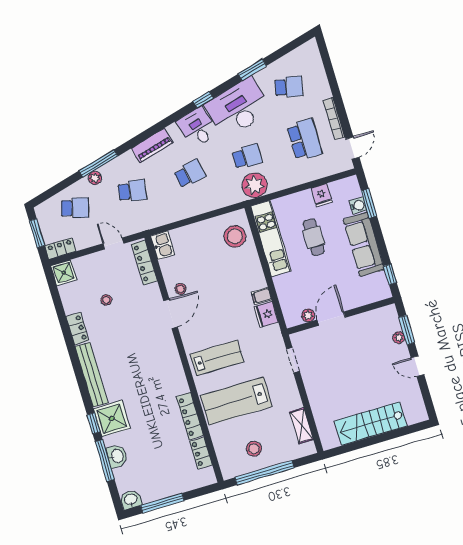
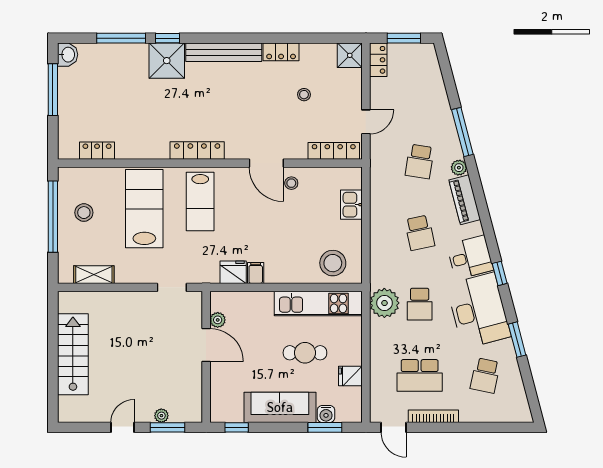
plant: (95, 178) -> (459, 168), moved
school desk: (75, 208) -> (420, 90), removed
kitchen sink: (163, 245) -> (351, 205), moved, turned 90
locker: (190, 416) -> (197, 150), moved
washbasin: (117, 456) -> (122, 54), removed

